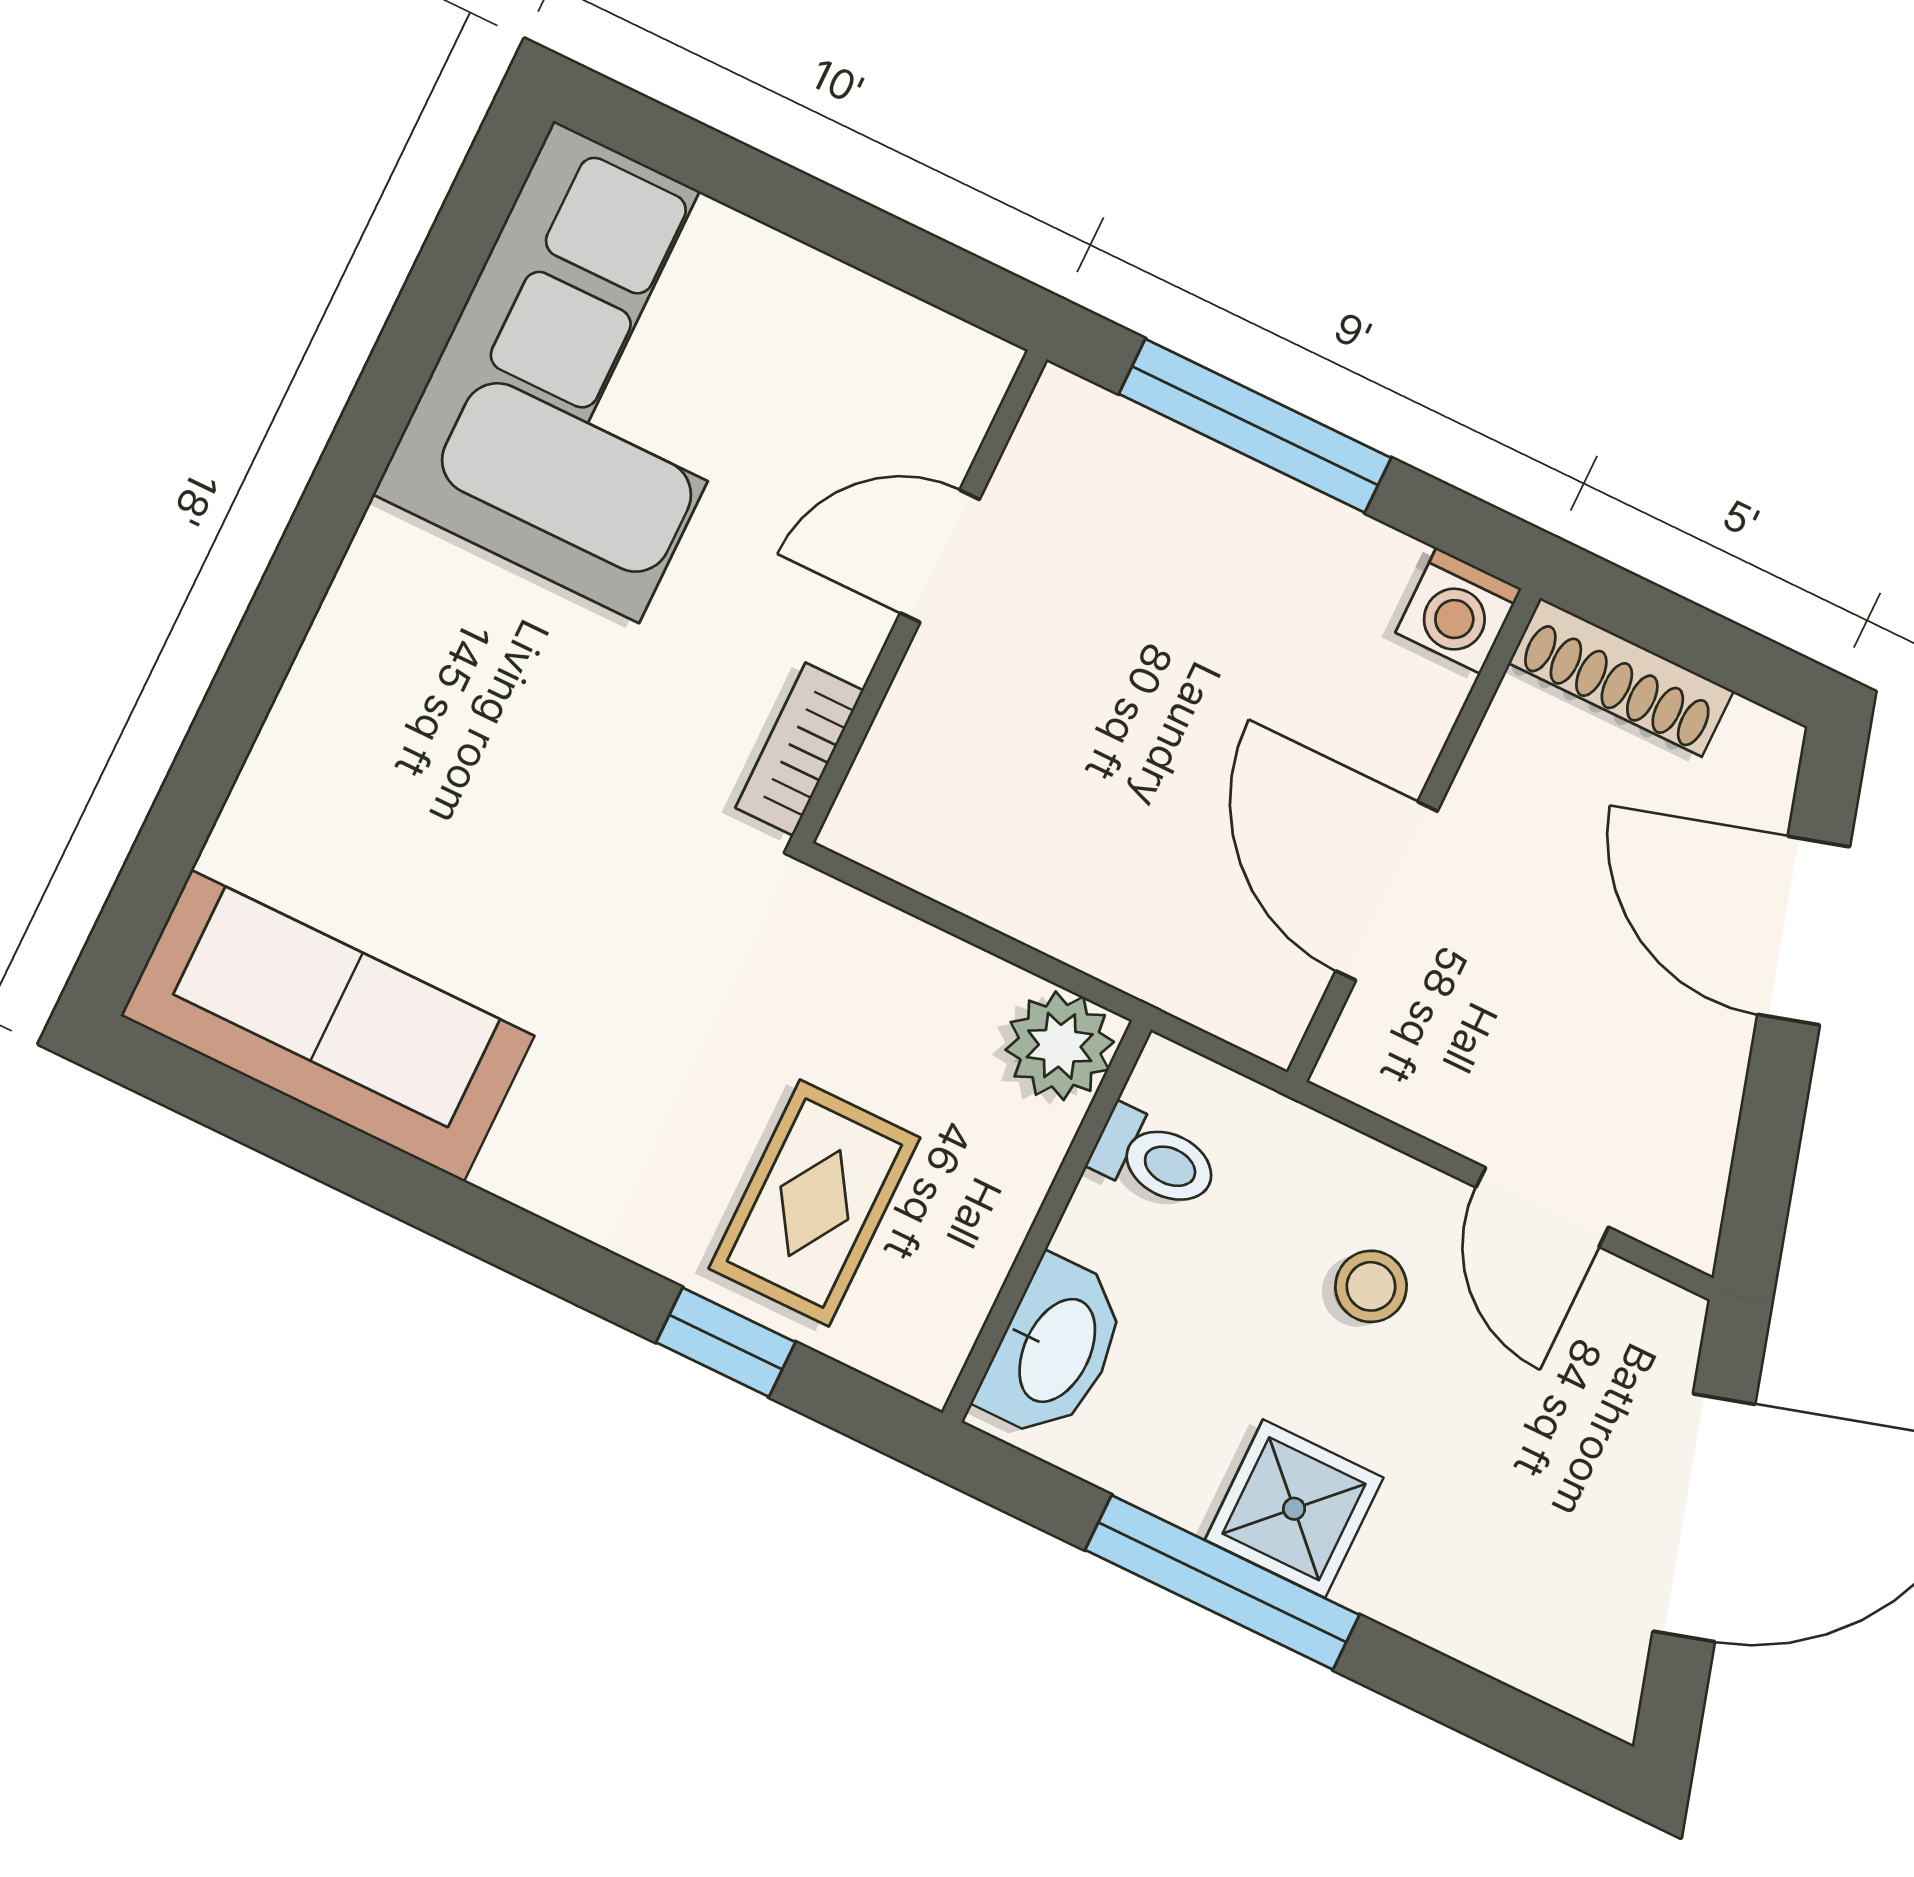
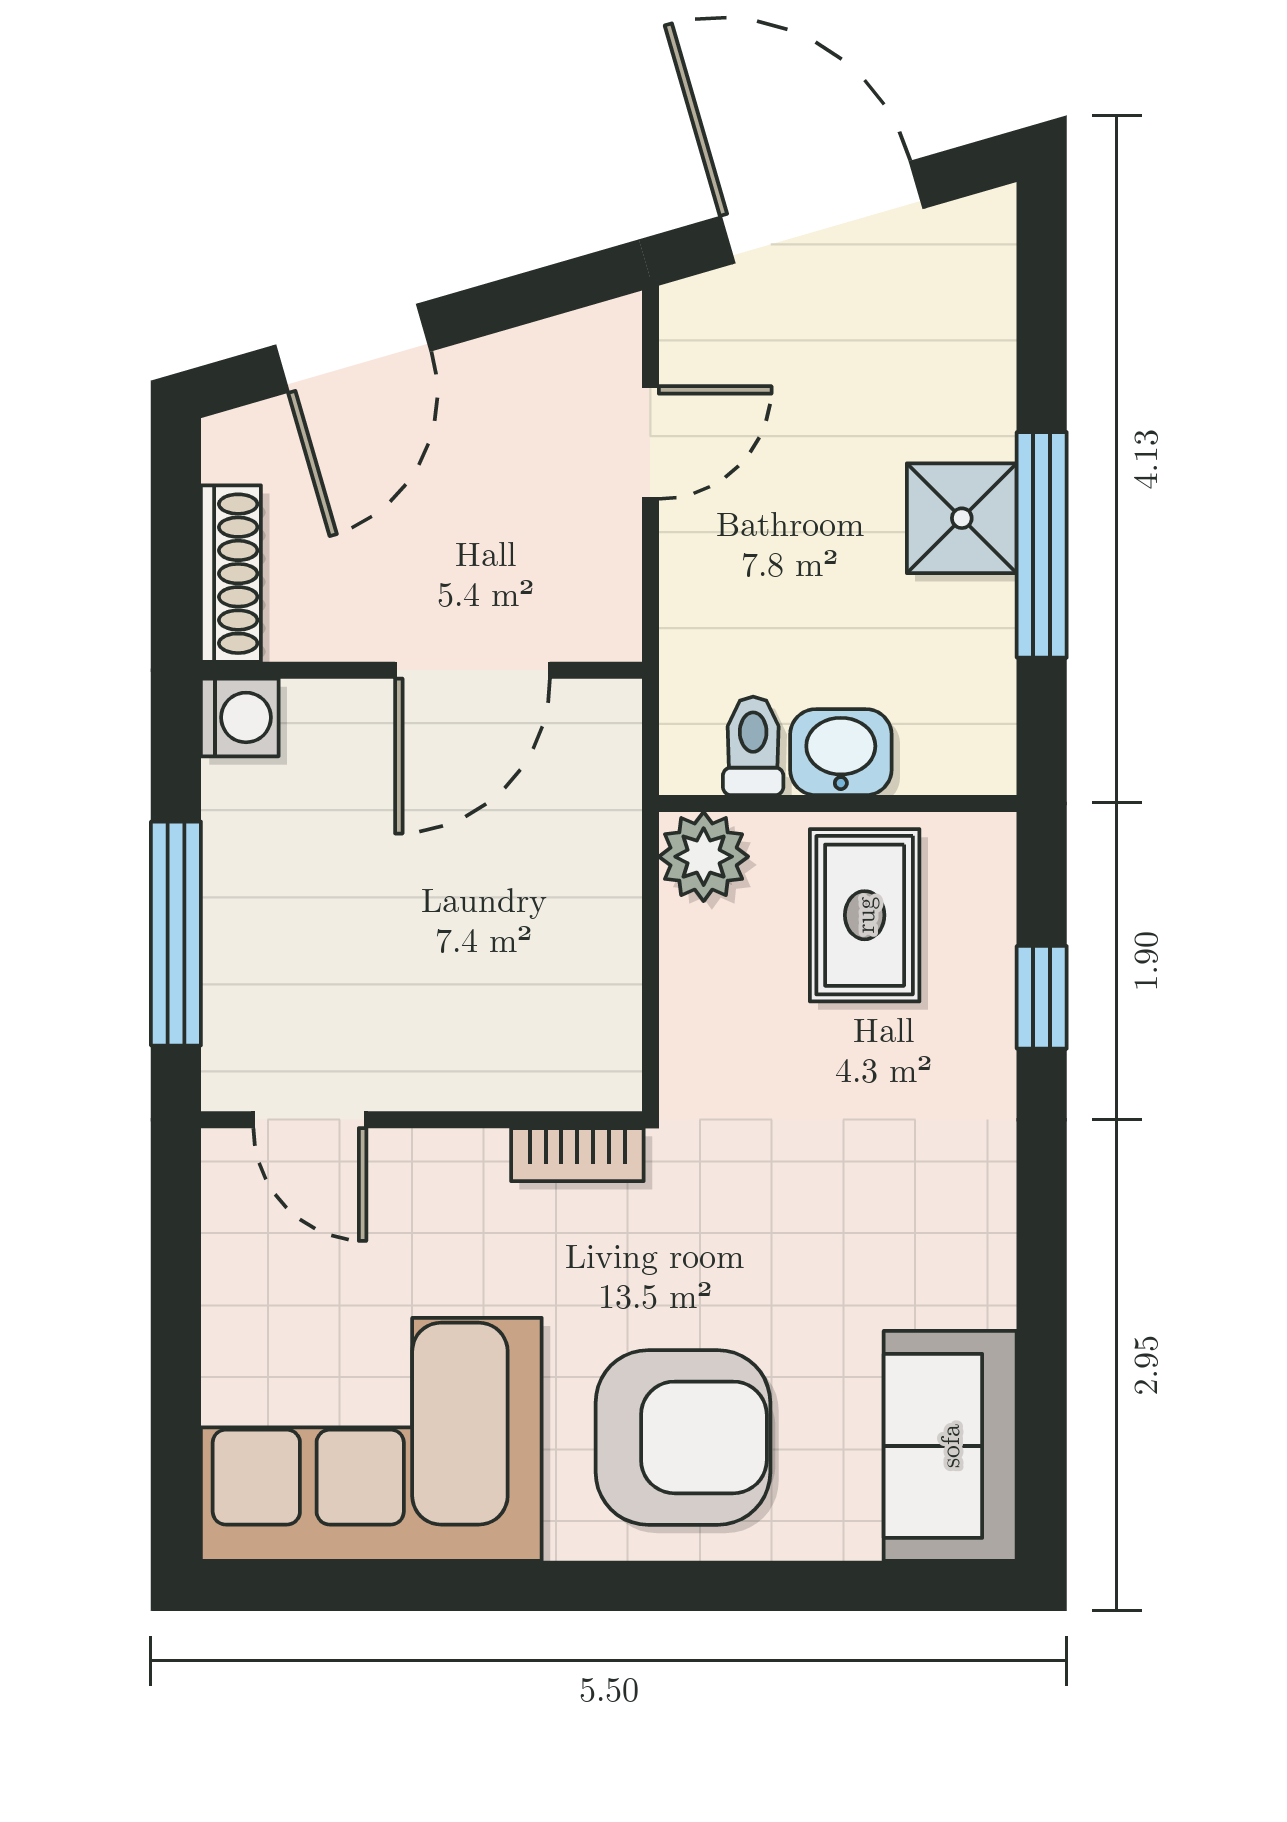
door: (940, 556) -> (310, 1120), moved
armchair: (433, 715) -> (683, 1437), added
sofa: (327, 1026) -> (950, 1446), width x0.73
rug: (814, 1203) -> (865, 915), moved, turned 90
stool: (1371, 1286) -> (770, 541), removed
washbasin: (1054, 1349) -> (841, 752), moved, width x0.72

